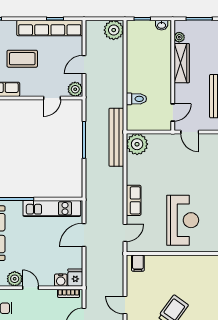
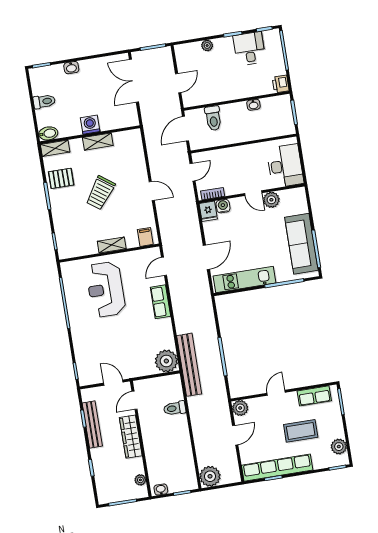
wardrobe: (182, 63) -> (131, 437), moved
door: (52, 98) -> (276, 393), moved
shelving: (171, 261) -> (112, 245), added

